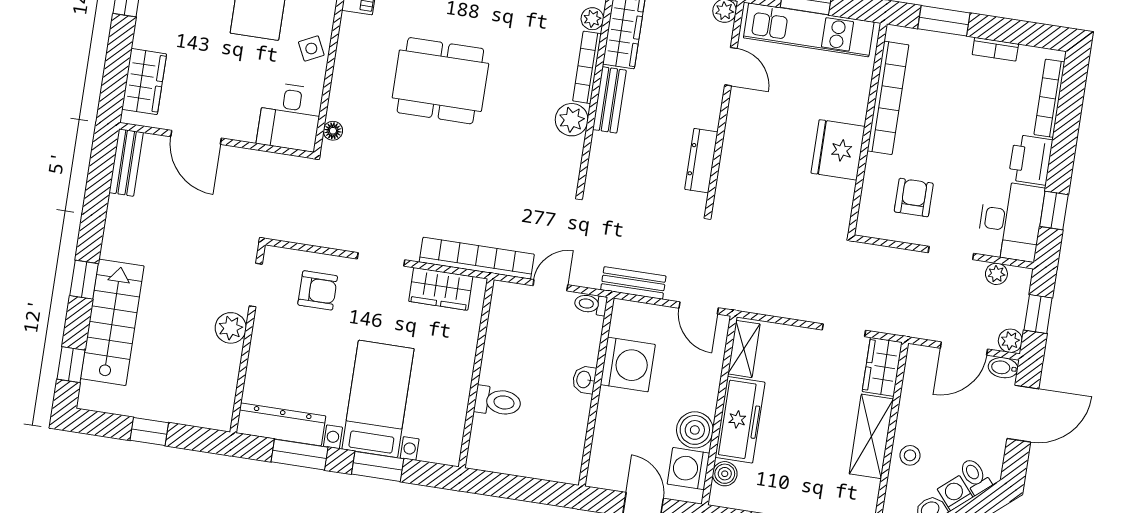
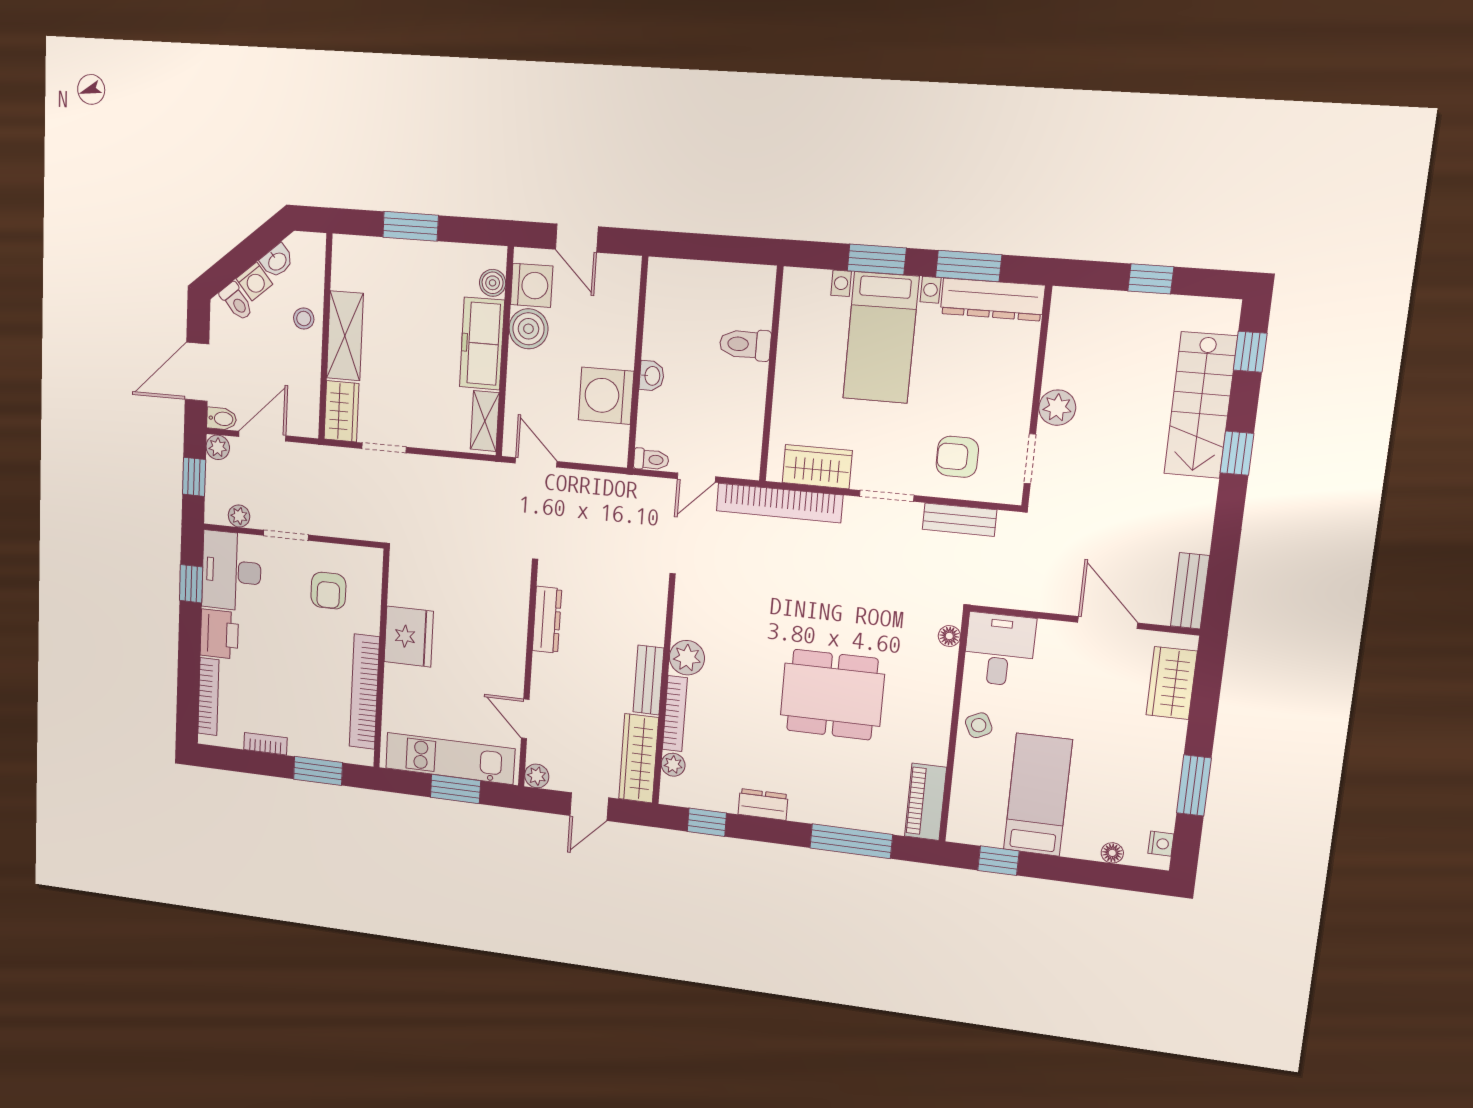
bench: (633, 283) -> (960, 520), moved

